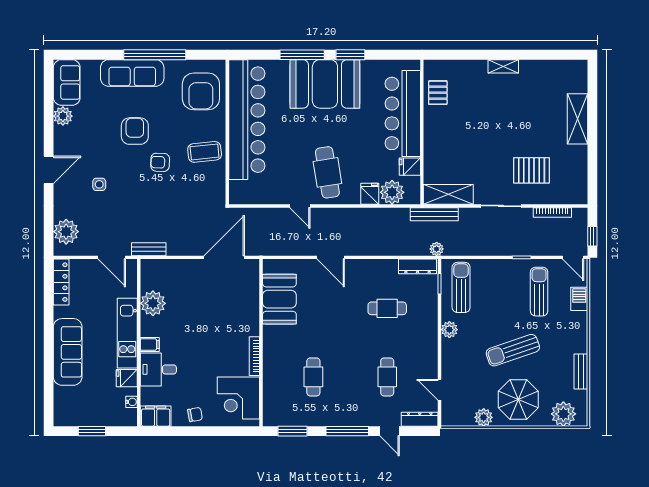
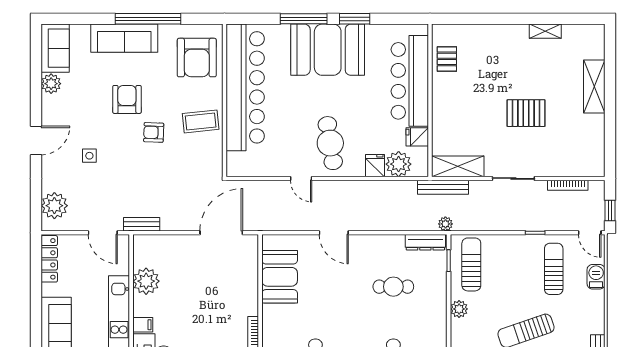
shelving: (503, 66) -> (545, 31), moved
pallet: (532, 170) -> (526, 113), moved

